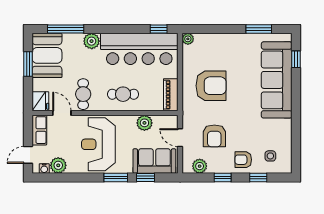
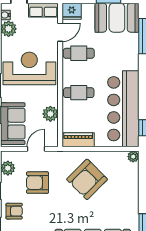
plant: (92, 41) -> (131, 62), removed
armchair: (211, 86) -> (87, 179), turned 45
cafe table: (123, 94) -> (79, 93), turned 90
armchair: (243, 160) -> (14, 211), turned 90

